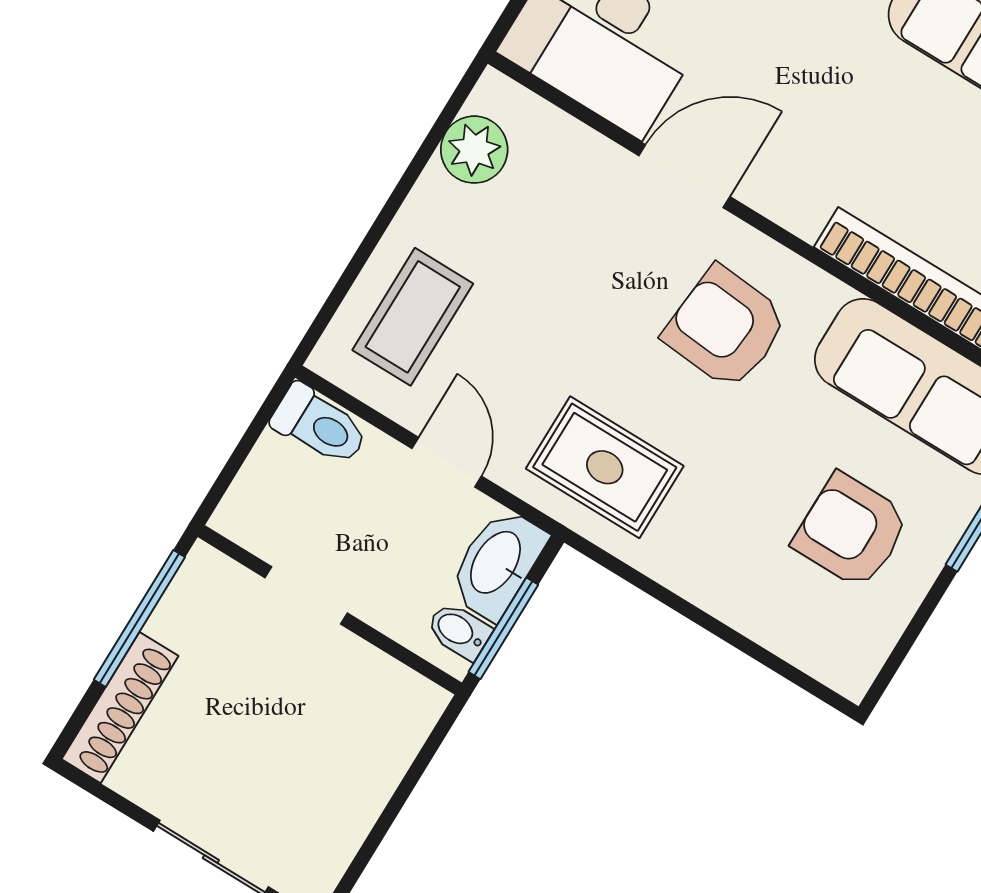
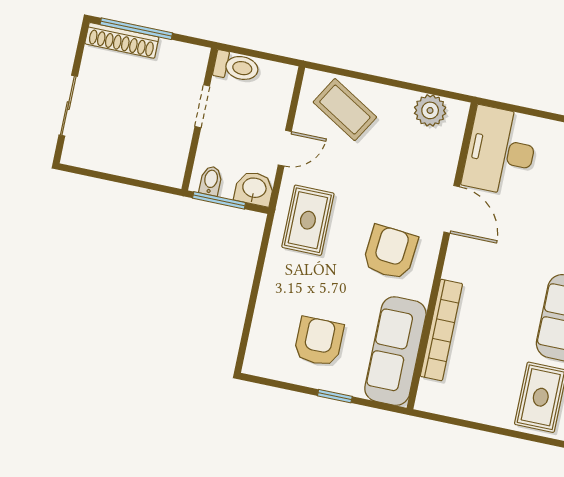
coffee table: (413, 317) -> (345, 110), turned 31
toilet: (320, 425) -> (236, 67), moved, turned -90
washbasin: (497, 563) -> (254, 189), width x0.72
window: (139, 618) -> (136, 29), moved

